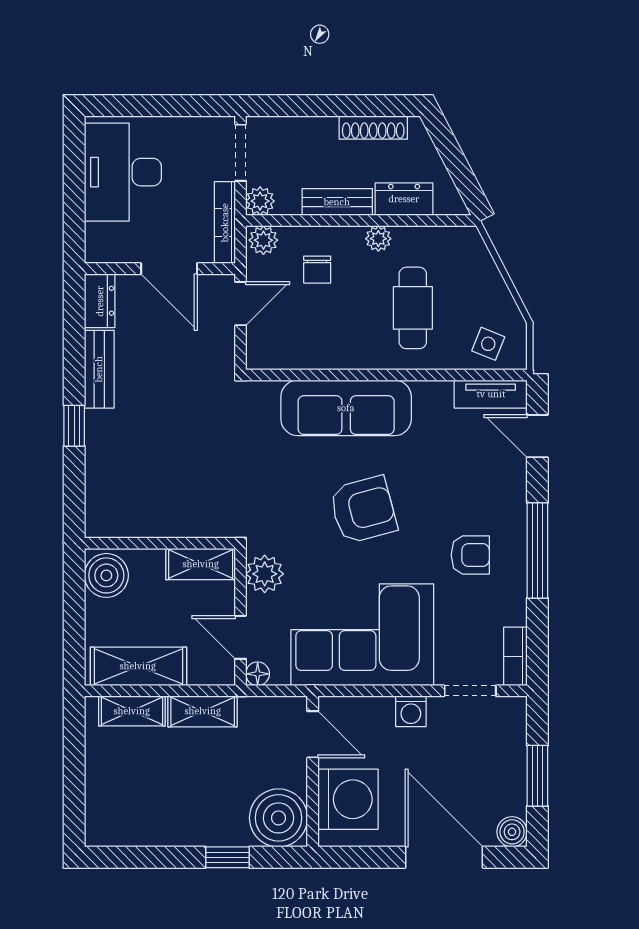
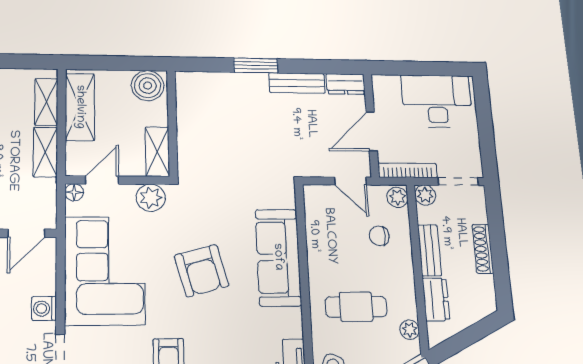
shoe rack: (373, 128) -> (483, 249), moved
plant: (378, 239) -> (410, 330), moved
window: (74, 426) -> (256, 65), width x1.50

